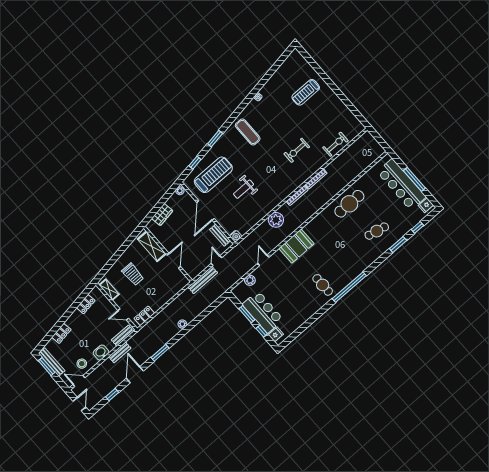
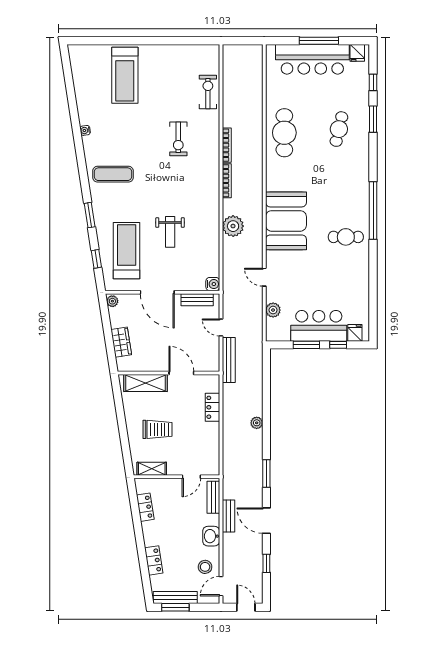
treadmill: (306, 92) -> (125, 75), width x1.37, depth x1.38
booth: (296, 246) -> (286, 221), width x1.36, depth x1.42
locker: (144, 316) -> (212, 407), moved

